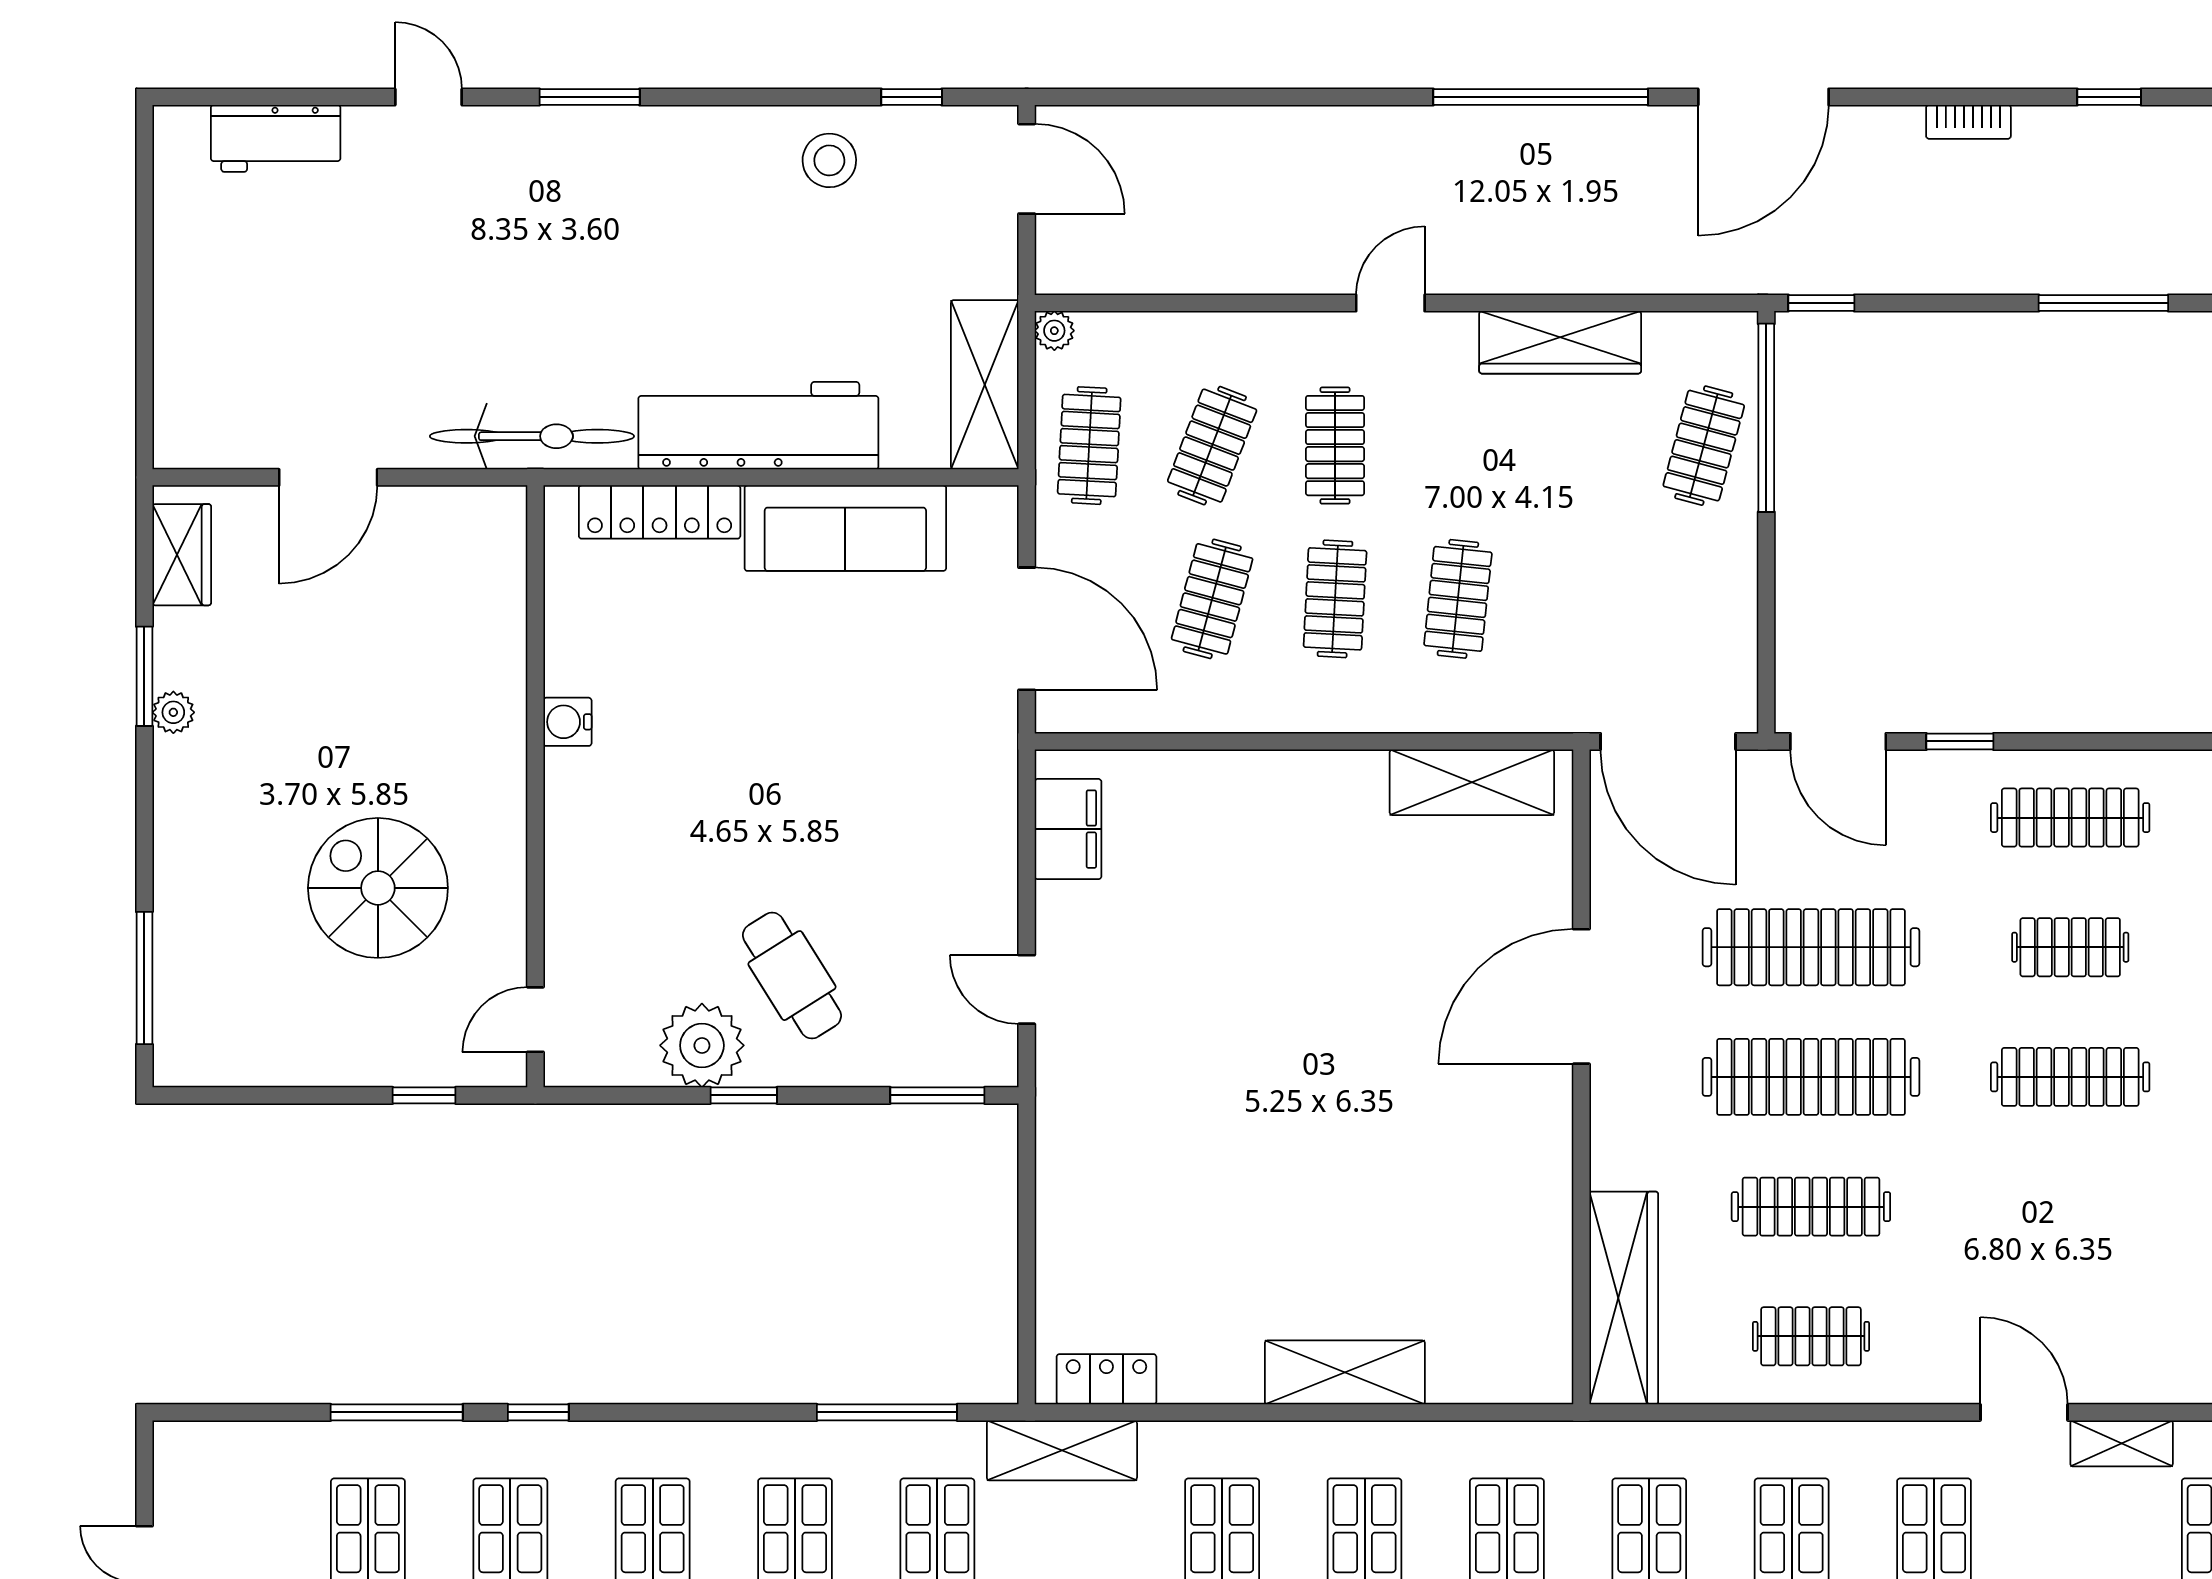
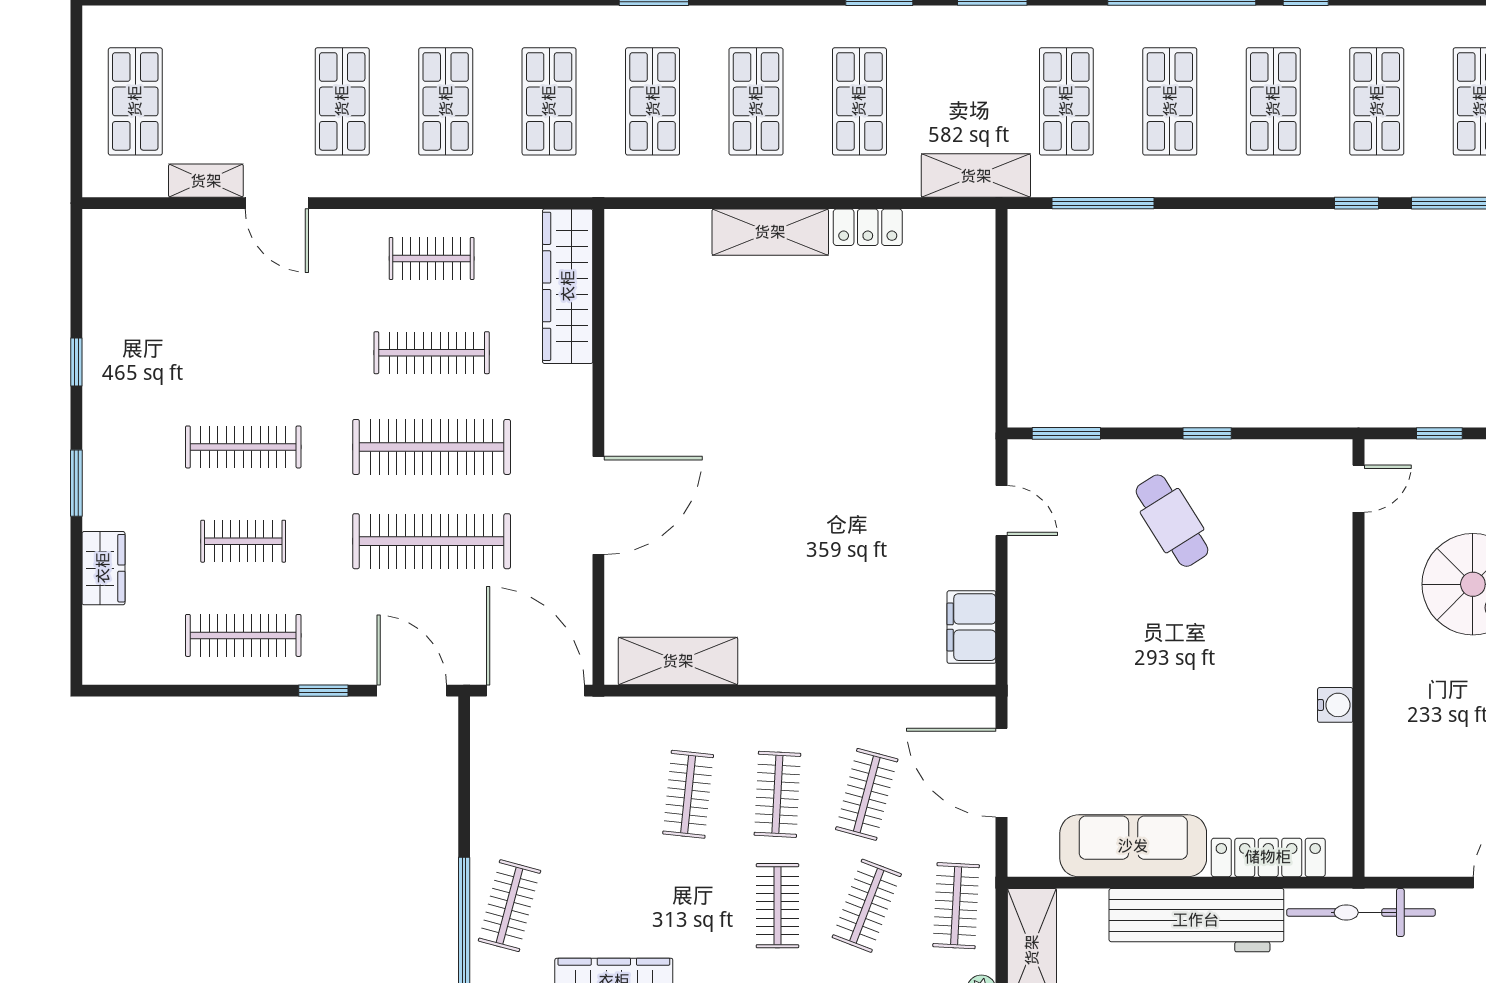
plant: (702, 1045) -> (1237, 470), removed
locker: (1106, 1379) -> (868, 227), moved

